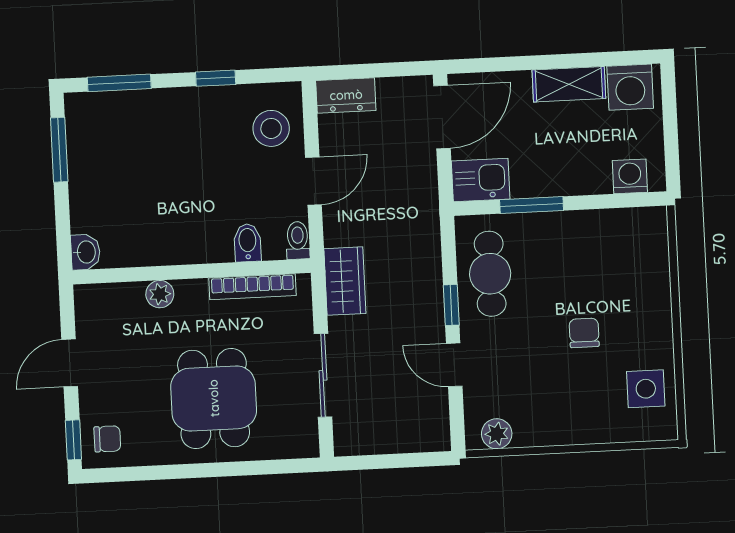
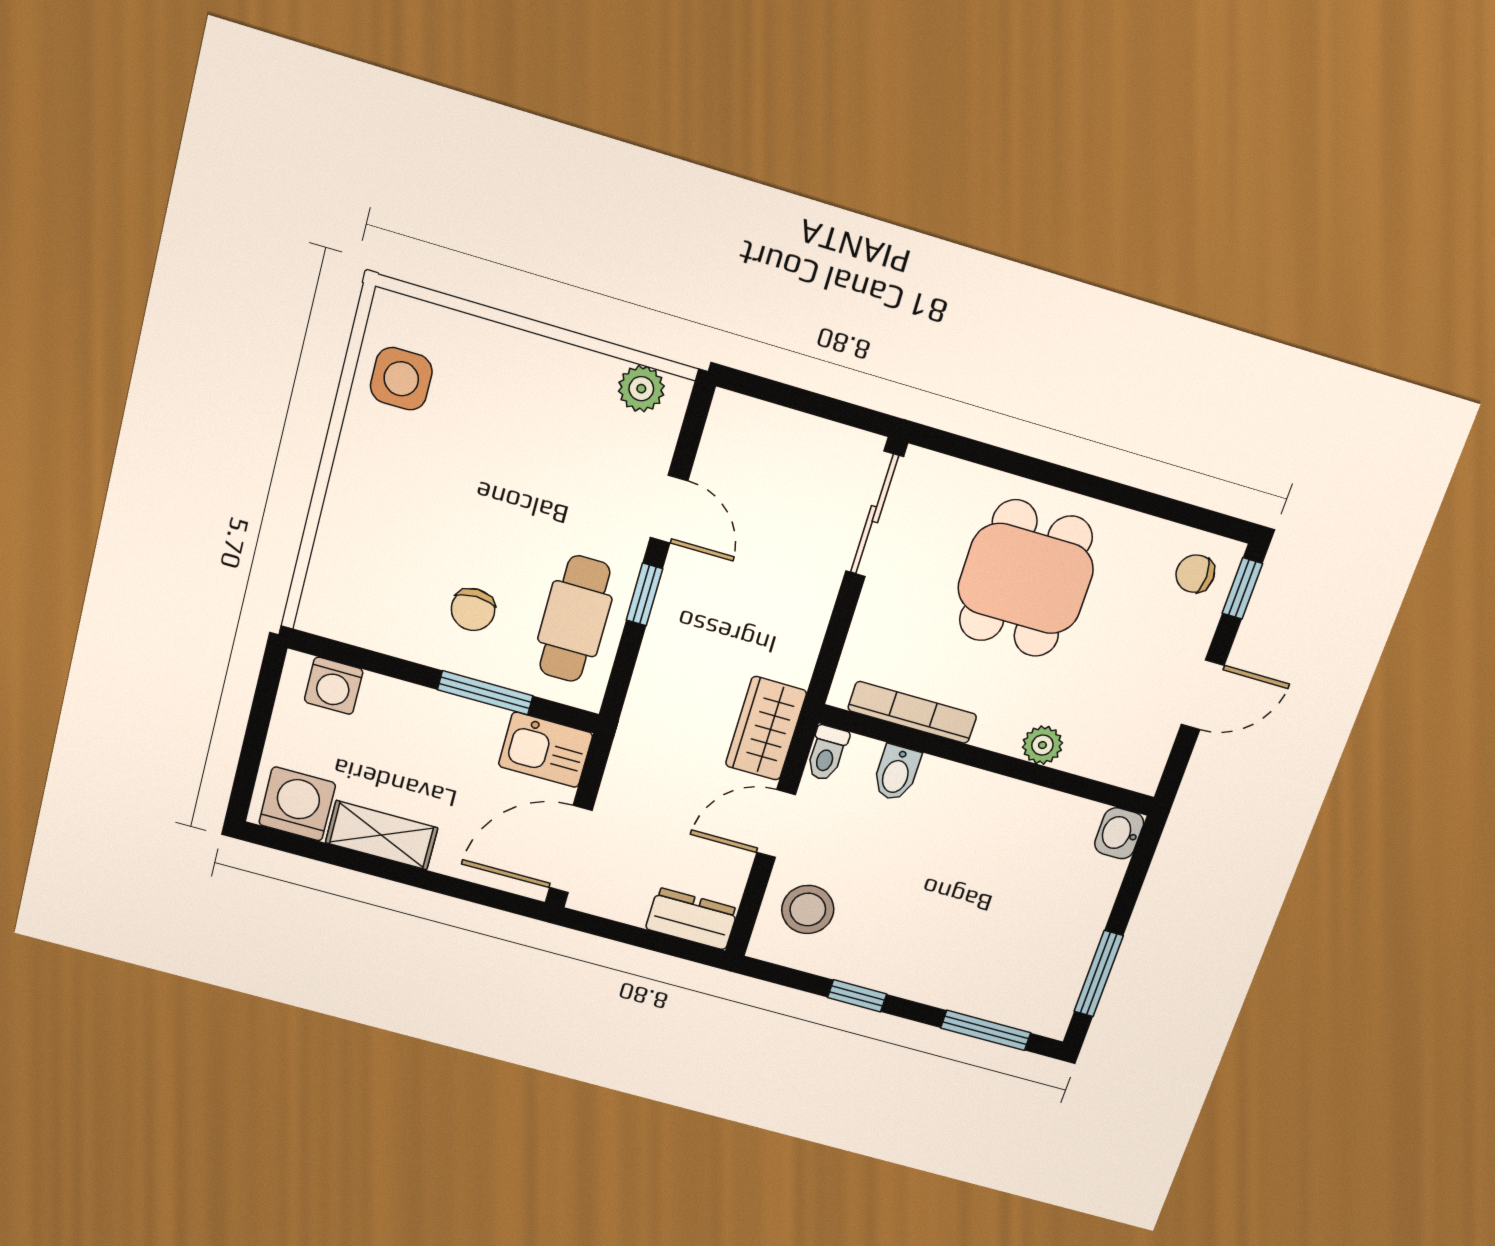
wardrobe: (345, 281) -> (766, 728), moved
chair: (584, 333) -> (473, 610), moved
sliding door: (323, 375) -> (875, 514), moved

